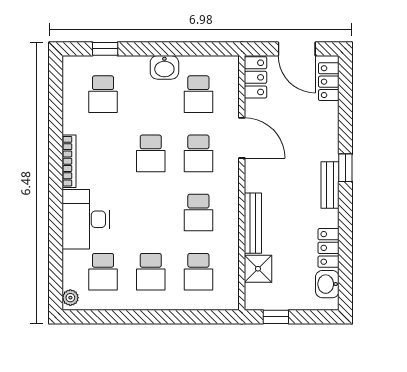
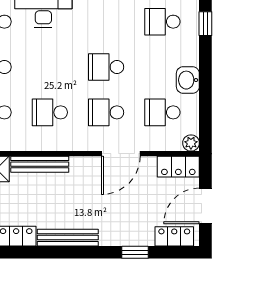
plant: (231, 64) -> (191, 143), added
window: (345, 168) -> (135, 252), moved
bench: (330, 185) -> (68, 238), width x1.36

